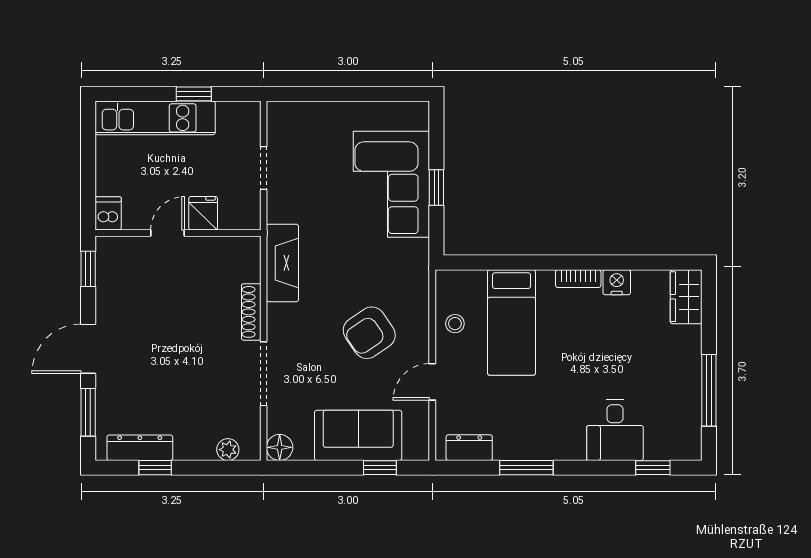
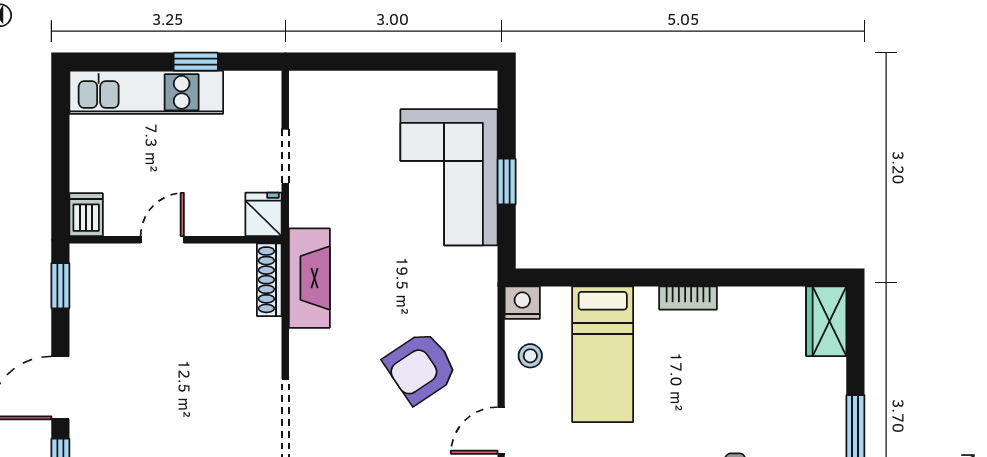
fridge: (203, 213) -> (264, 214), moved
nightstand: (617, 282) -> (522, 303), moved
shoe rack: (251, 312) -> (269, 280), moved

